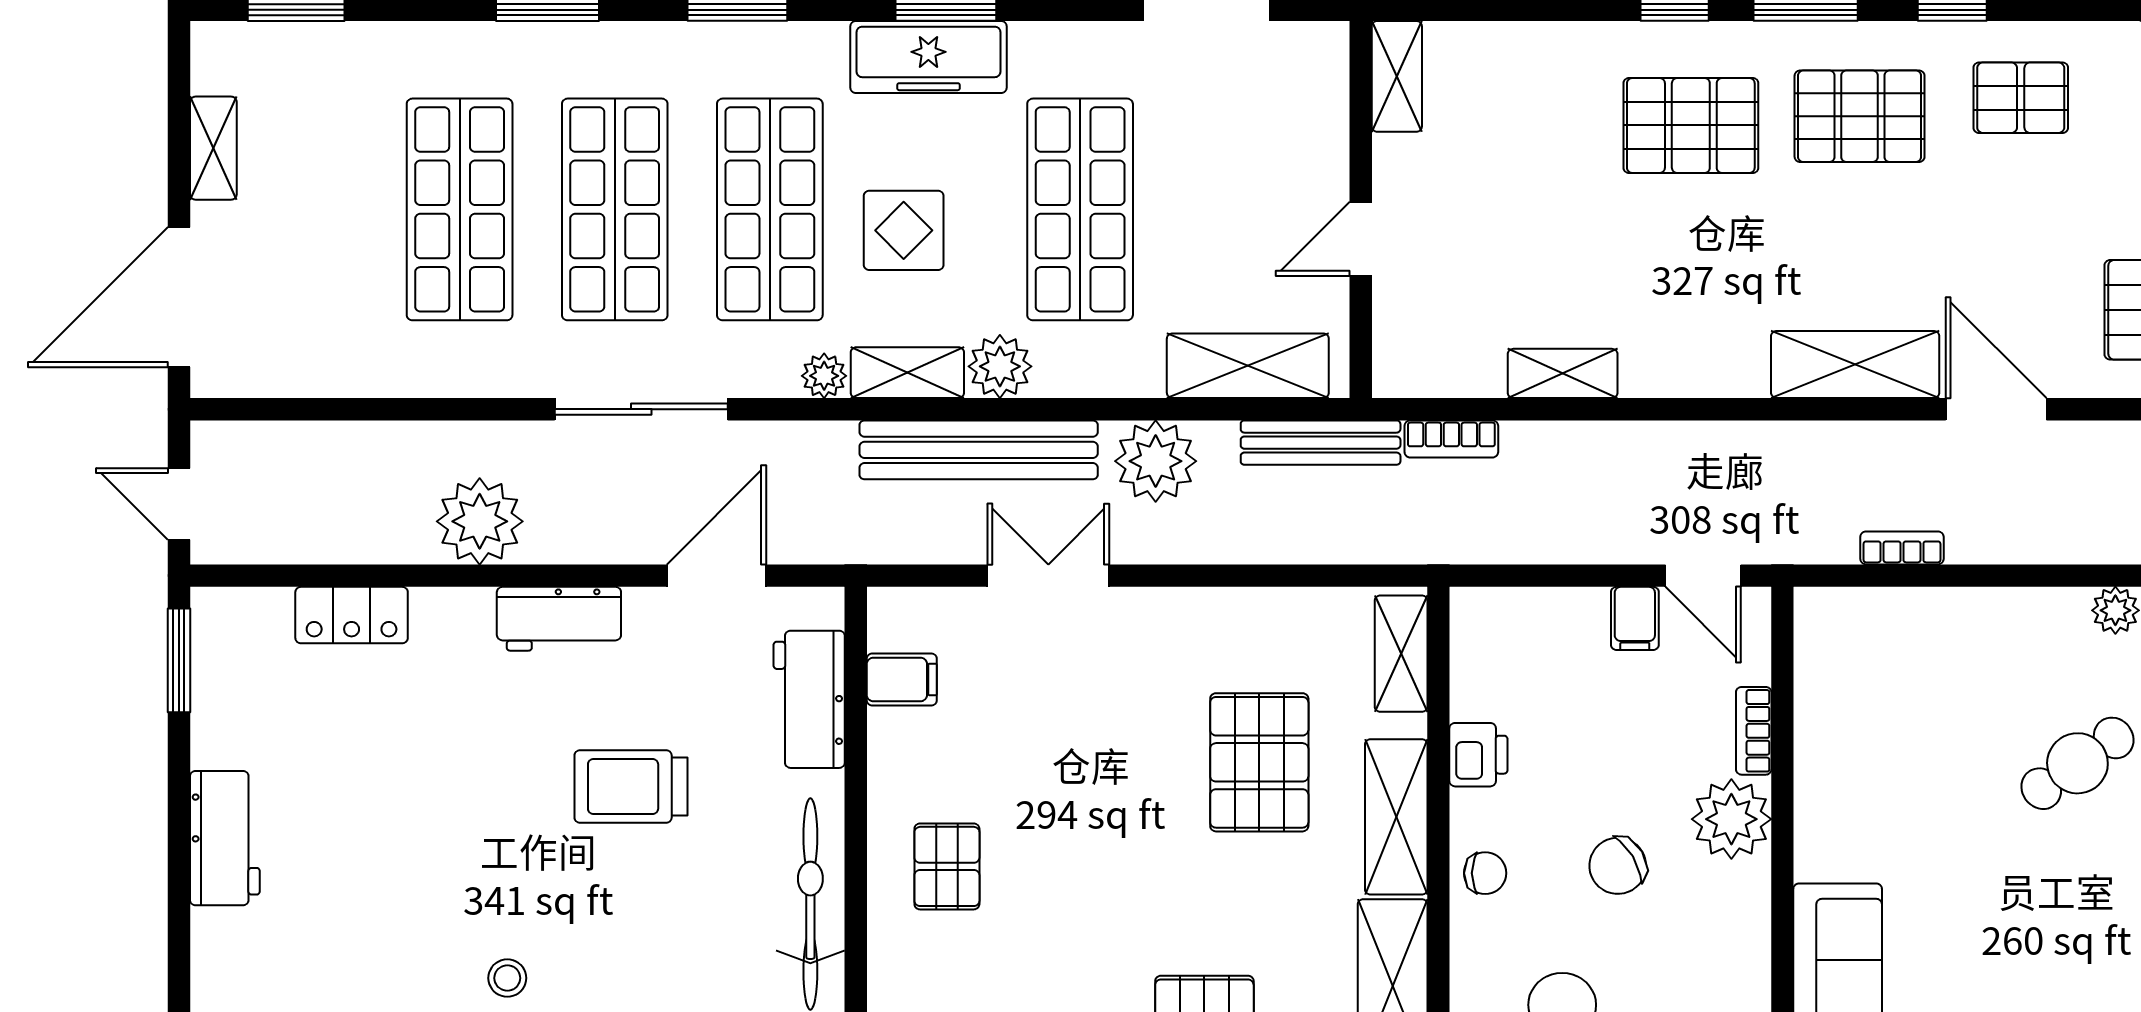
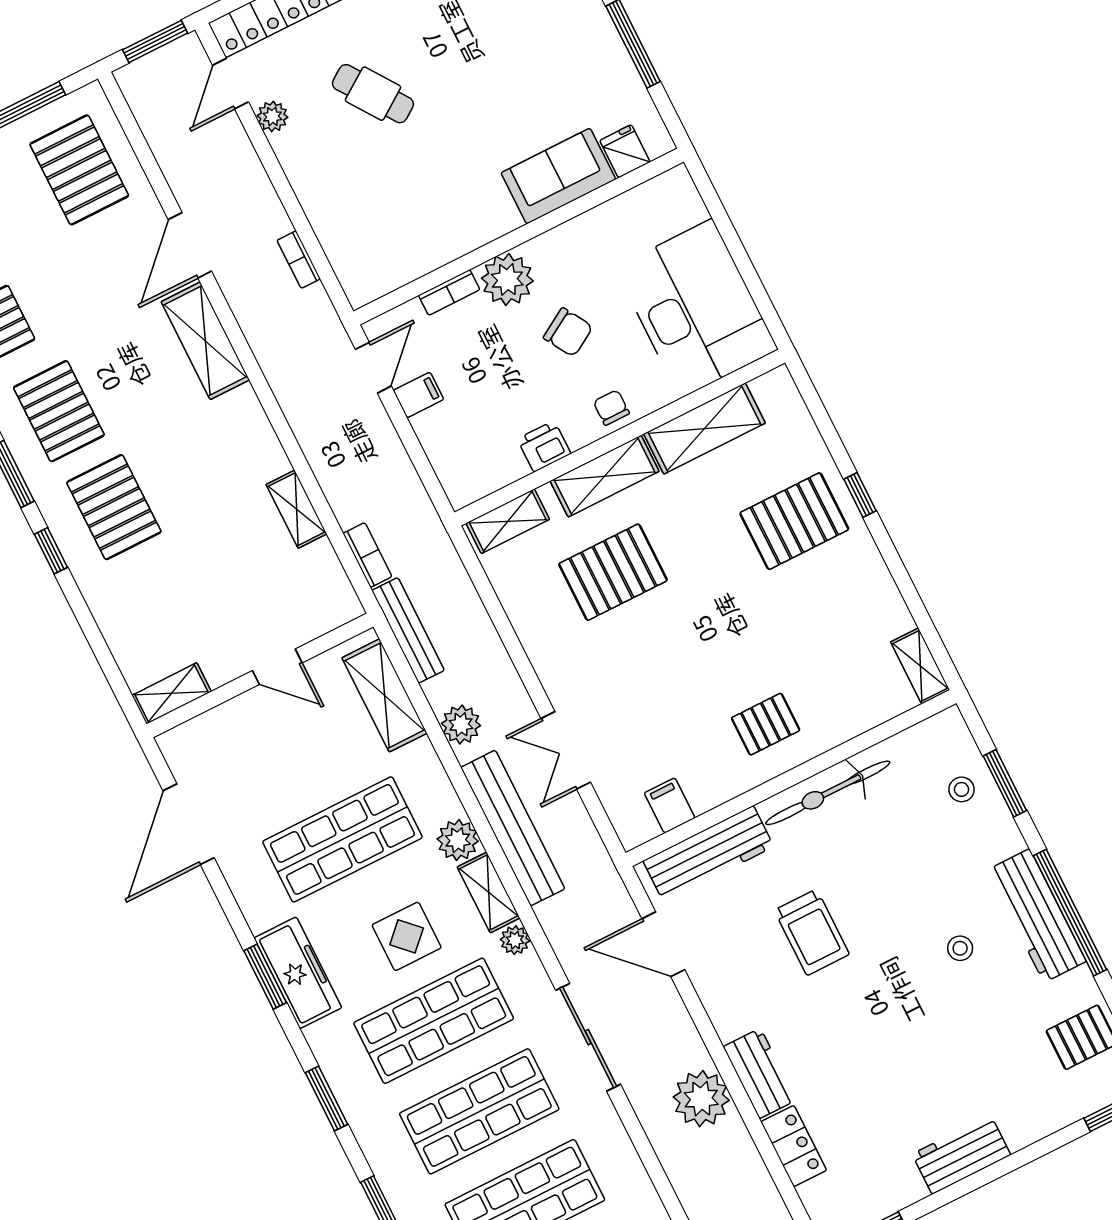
plant: (1156, 461) -> (461, 725), width x0.73, depth x0.73
workbench: (559, 619) -> (760, 1073), moved
workbench: (809, 699) -> (708, 854), width x1.37

